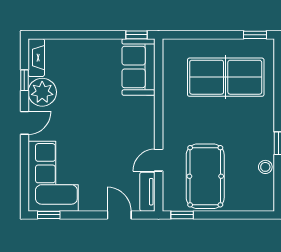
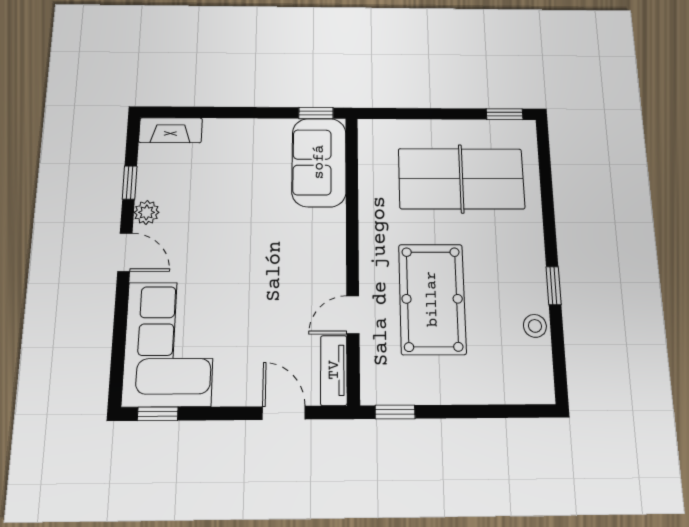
fireplace: (36, 58) -> (171, 130), moved, turned 90
plant: (42, 92) -> (147, 212), width x0.53, depth x0.53
door: (24, 123) -> (125, 252), hinge flipped
pool table: (205, 176) -> (432, 299), moved

